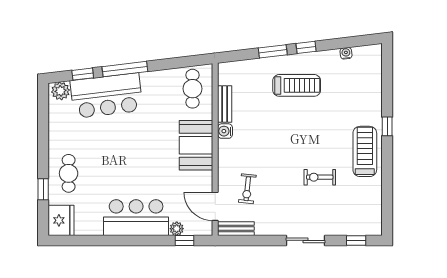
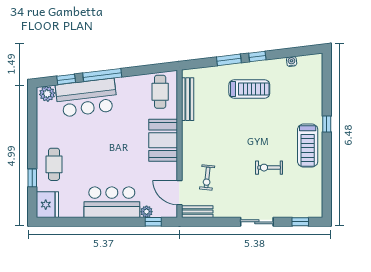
bench: (225, 104) -> (188, 99), width x1.36
water cooler: (225, 131) -> (188, 128), removed
treadmill: (365, 151) -> (308, 146), turned 180

